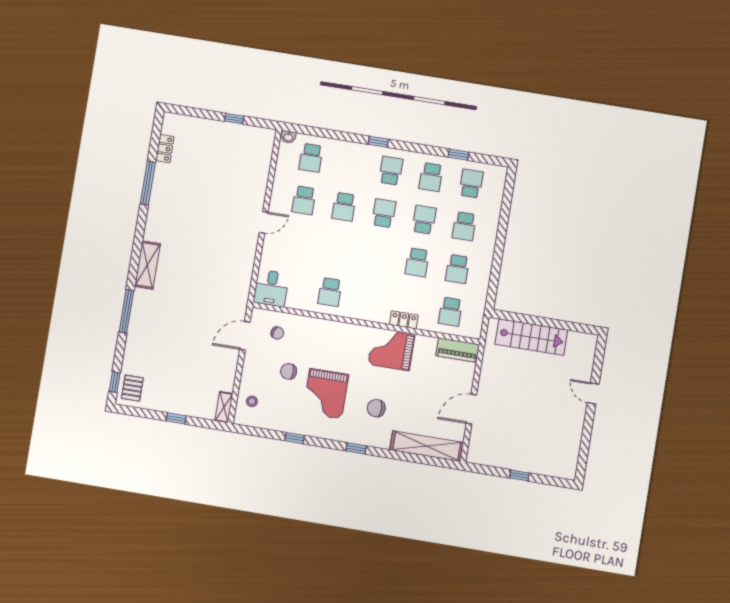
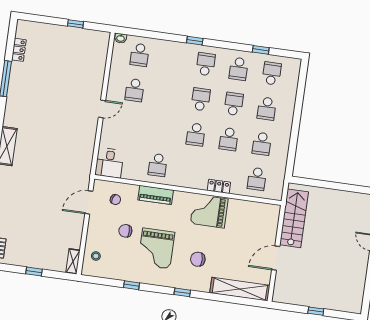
school desk: (344, 207) -> (196, 134), moved
stairs: (531, 337) -> (294, 218), moved, turned -90
piano: (458, 350) -> (156, 195), moved

